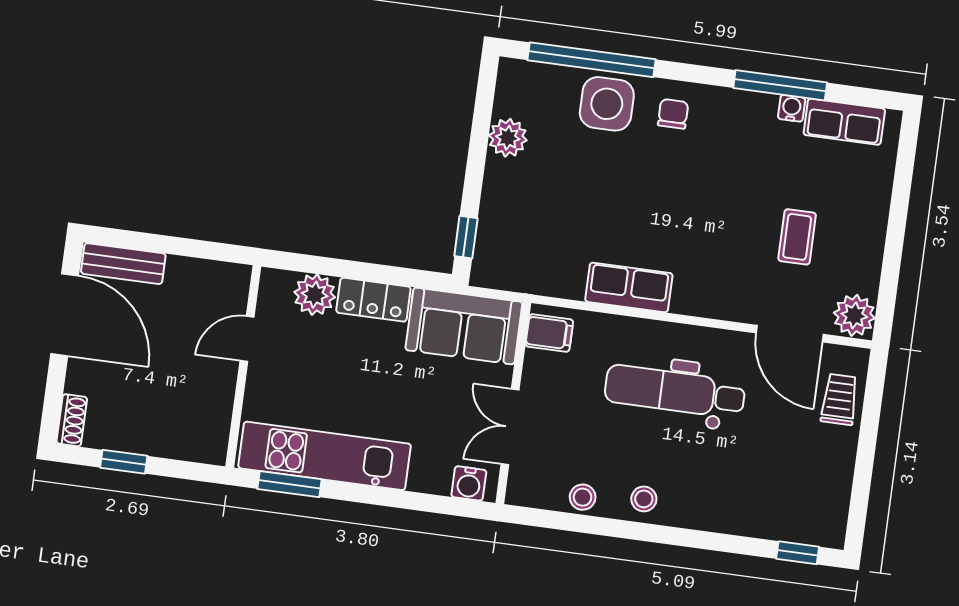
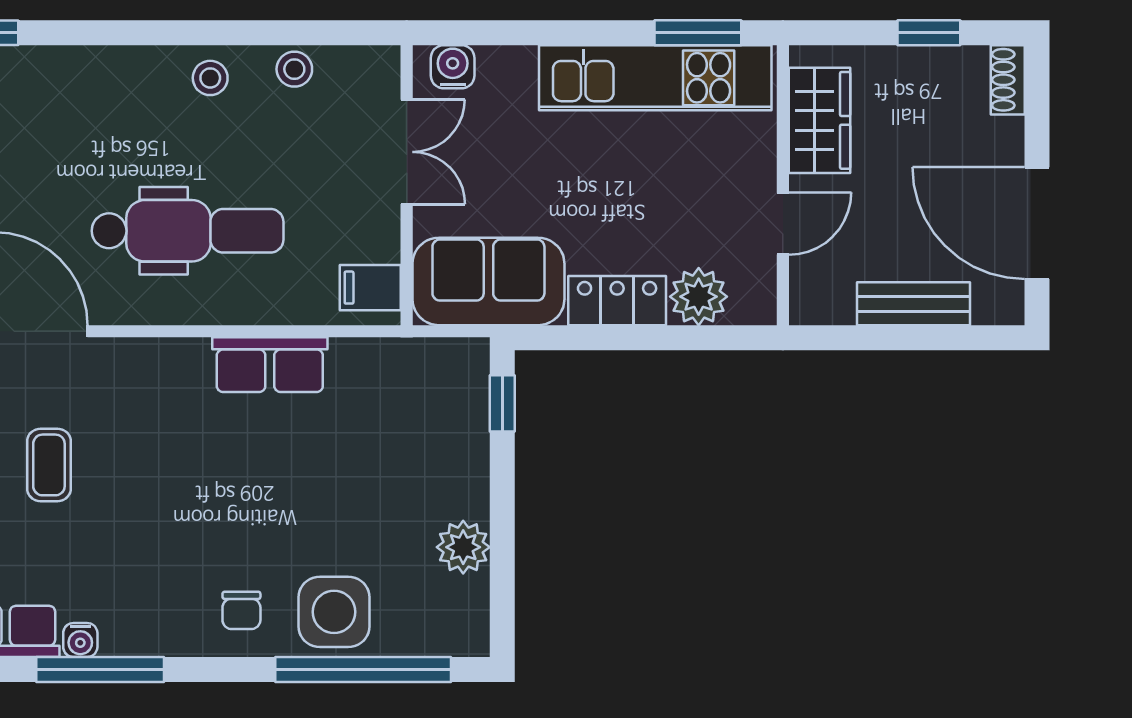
bench: (123, 264) -> (914, 304), moved
wardrobe: (211, 409) -> (819, 120), added

